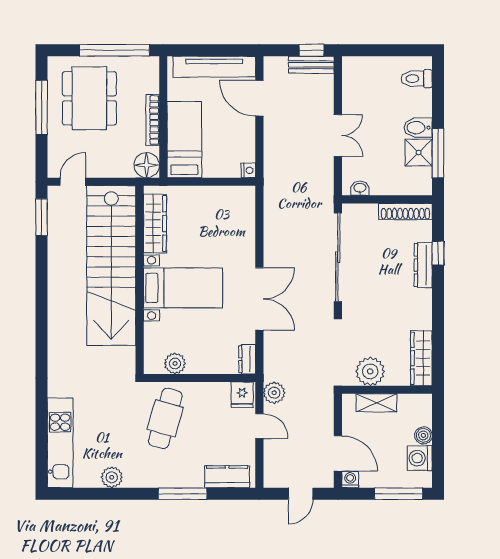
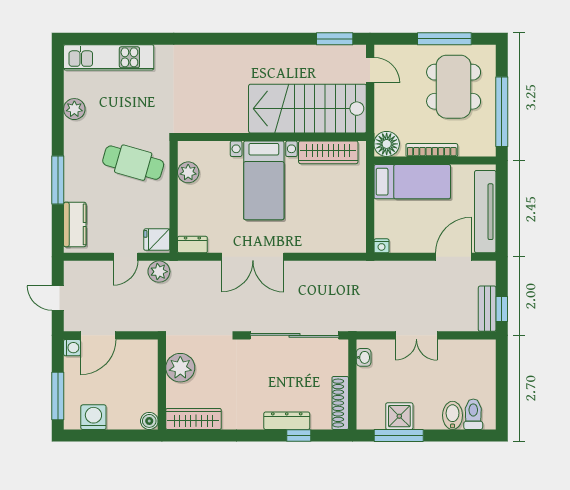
dining table: (89, 98) -> (454, 87), turned 90
bidet: (418, 128) -> (453, 415), moved
stairs: (111, 266) -> (307, 109), width x0.73
shelving: (377, 403) -> (149, 374), removed
boiler: (423, 435) -> (149, 421), moved

